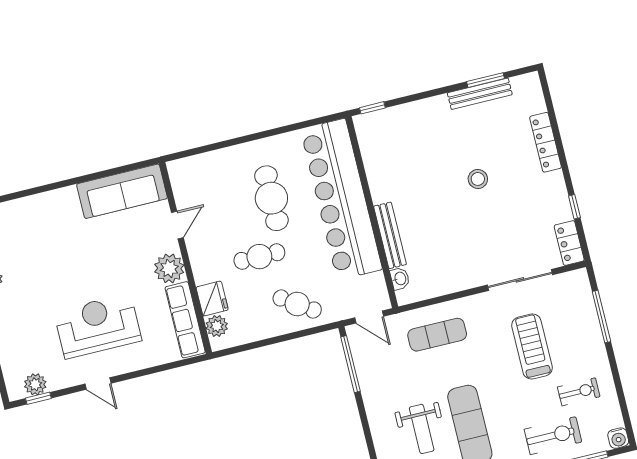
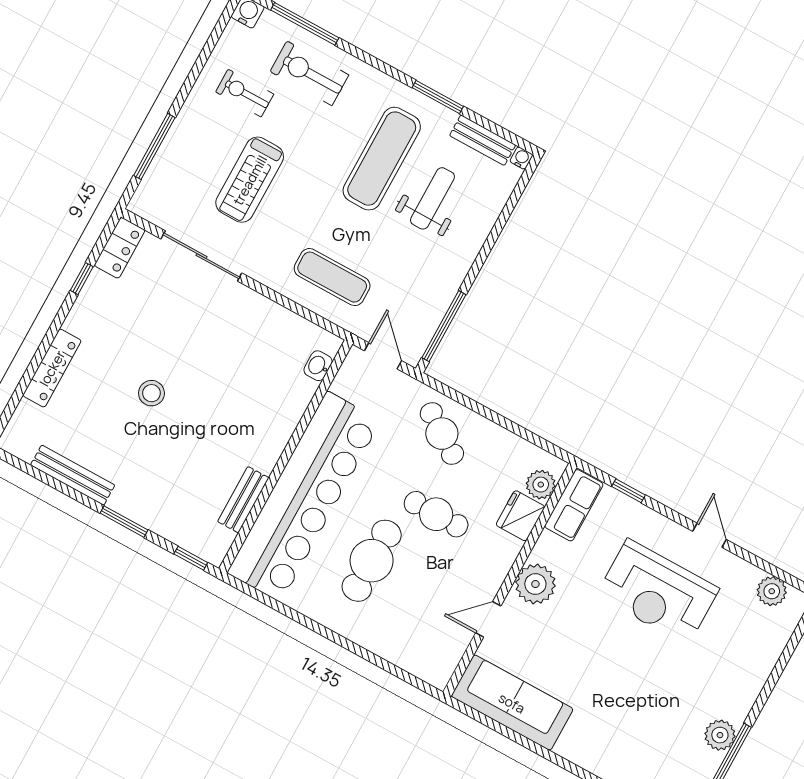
window: (485, 80) -> (124, 522), moved
bench: (390, 235) -> (243, 500), moved, width x0.73
row of seats: (185, 320) -> (574, 505), width x0.68
window: (38, 398) -> (628, 491), moved

